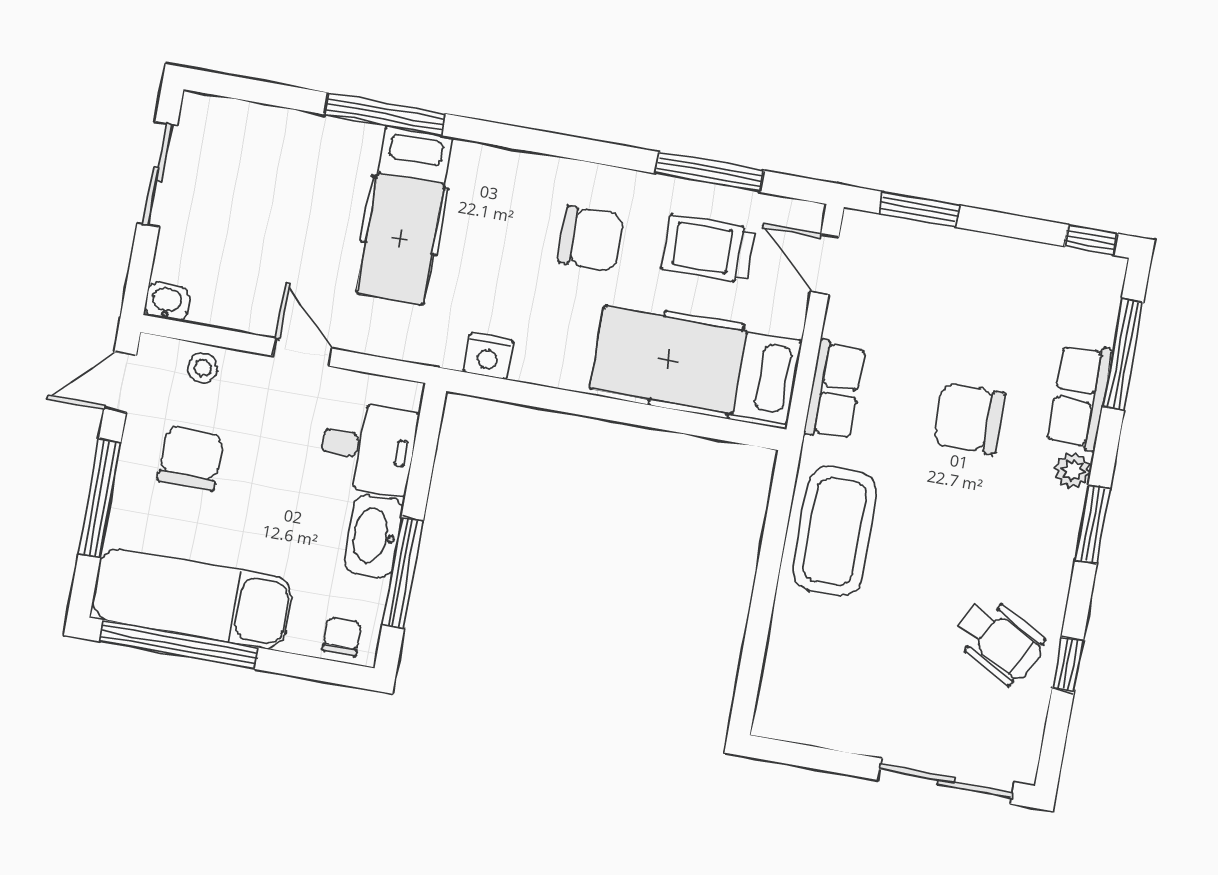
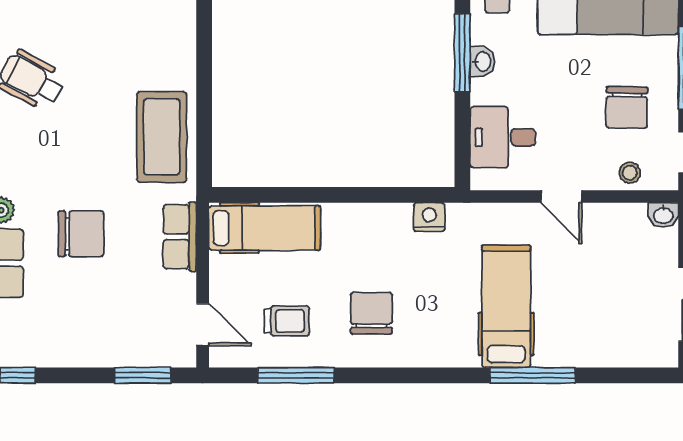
chair: (591, 239) -> (371, 313), turned 90
trolley: (708, 249) -> (287, 321), width x0.73, depth x0.72
hospital bed: (696, 365) -> (265, 228), width x0.73, depth x0.78
washbasin: (373, 536) -> (482, 62), width x0.52, depth x0.69

